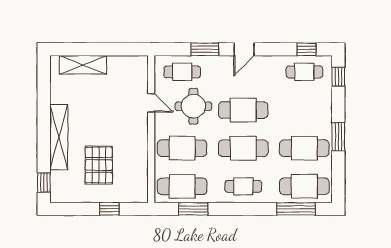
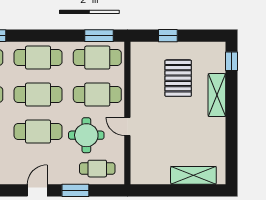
door: (151, 103) -> (127, 126), moved
shelving: (59, 137) -> (217, 95), width x0.68
cafe table: (243, 186) -> (38, 58), width x1.37, depth x1.35
window: (193, 209) -> (99, 36), moved

